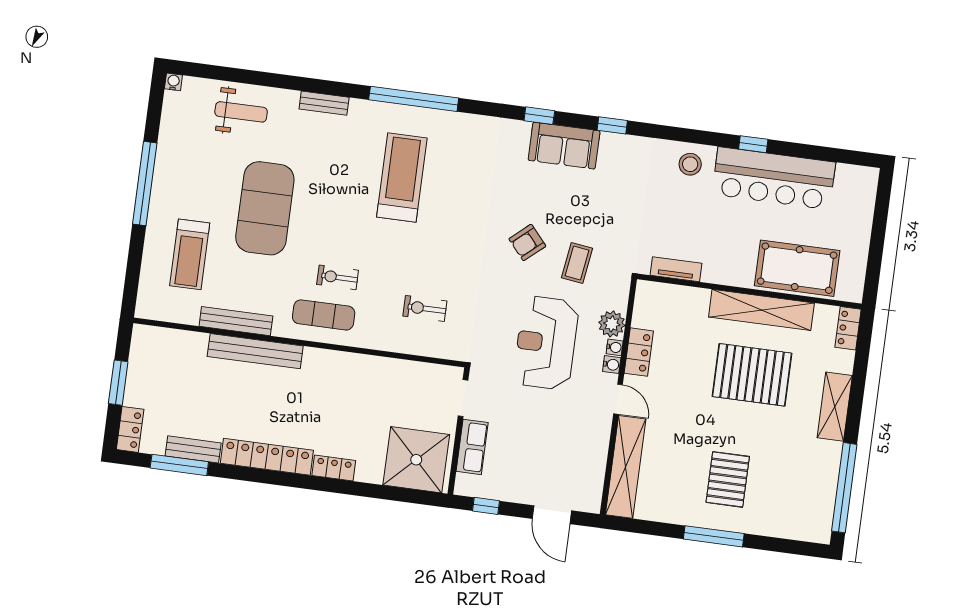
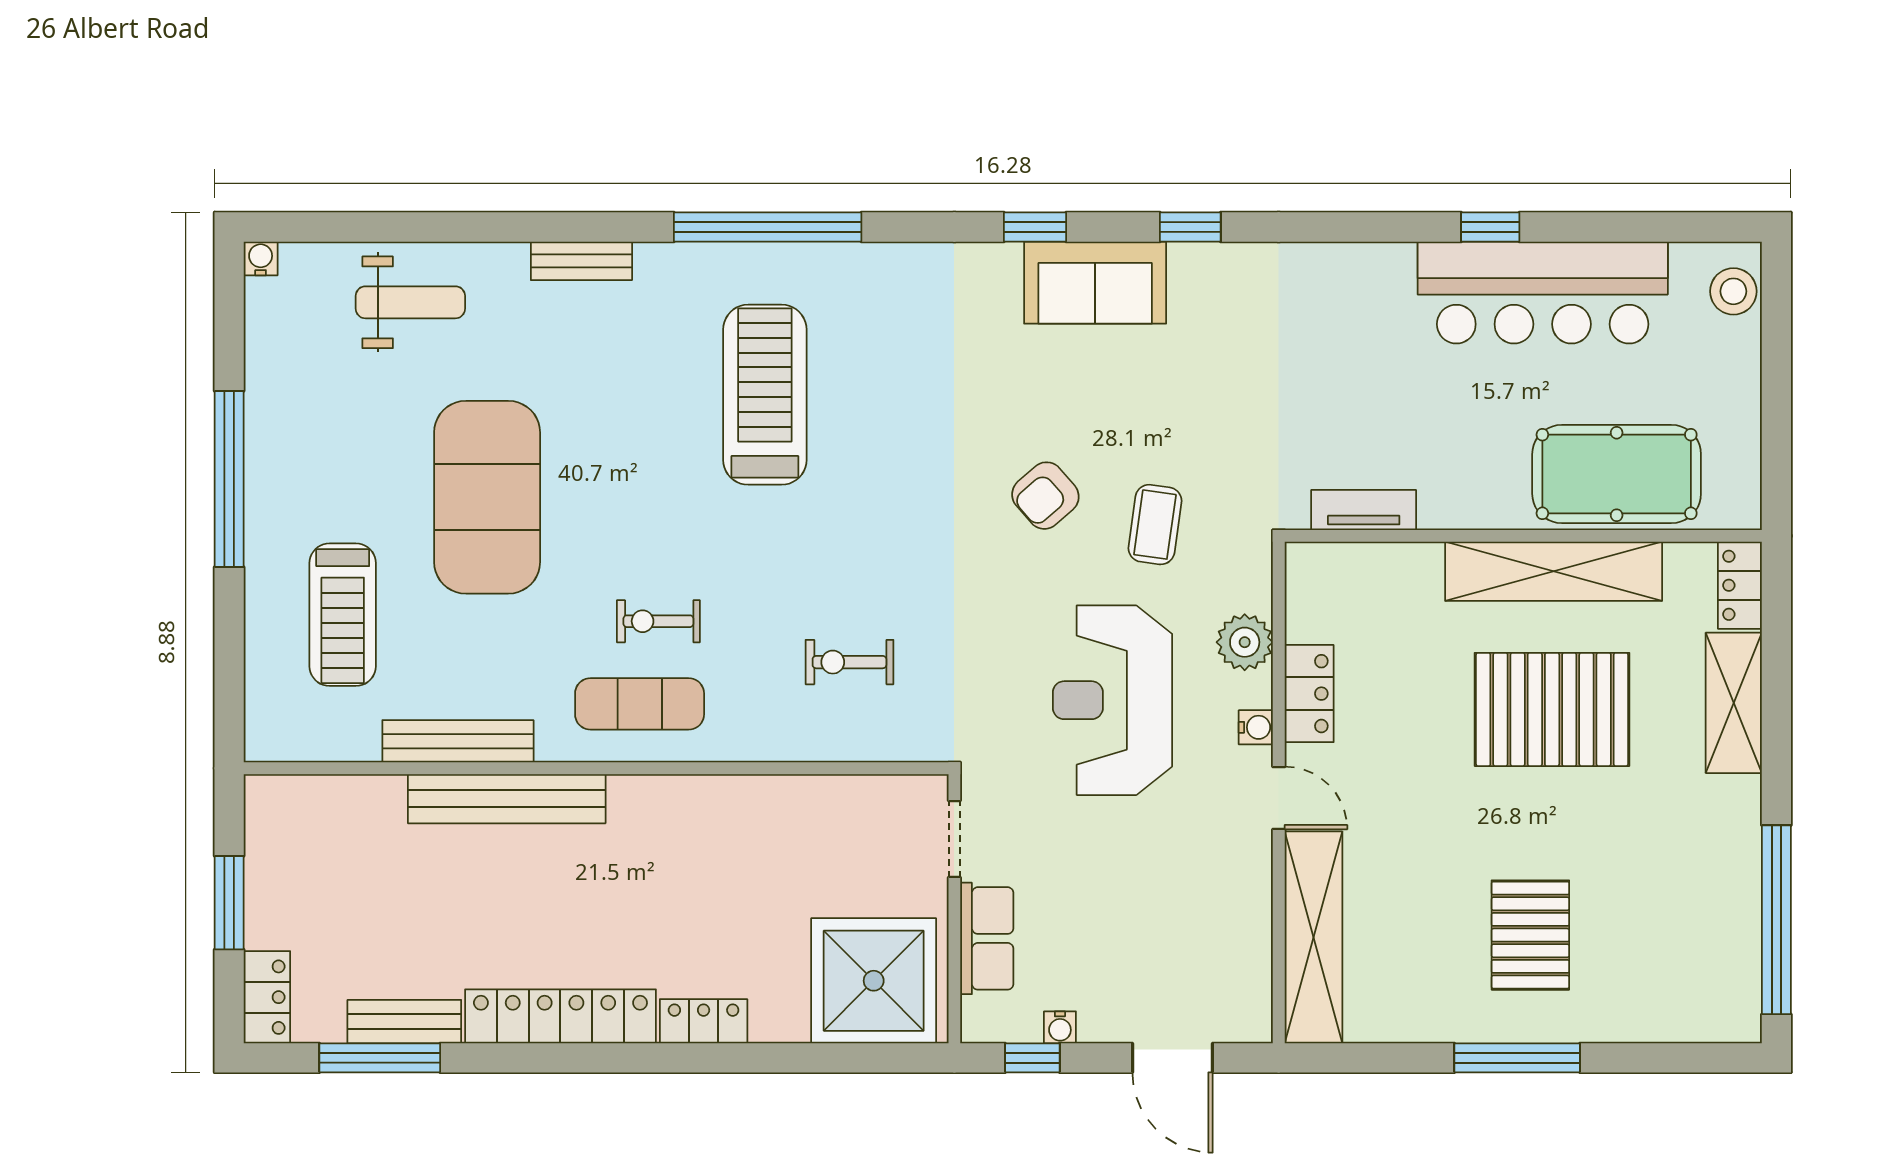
stool: (690, 164) -> (1733, 291), moved
water cooler: (615, 347) -> (1060, 1027), moved, turned 90
shelving: (835, 407) -> (1734, 703), moved

